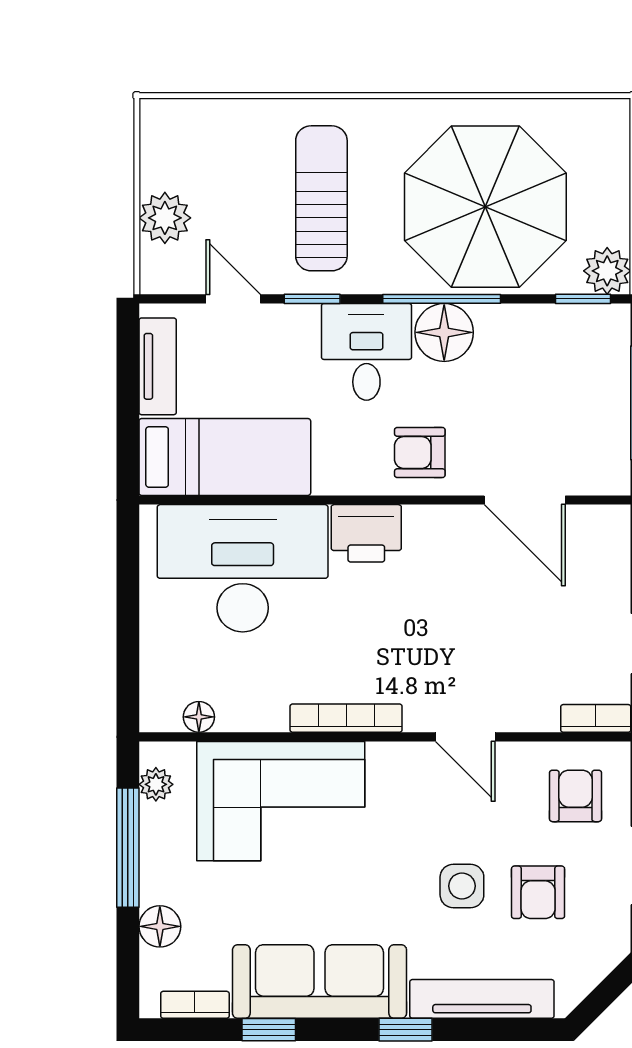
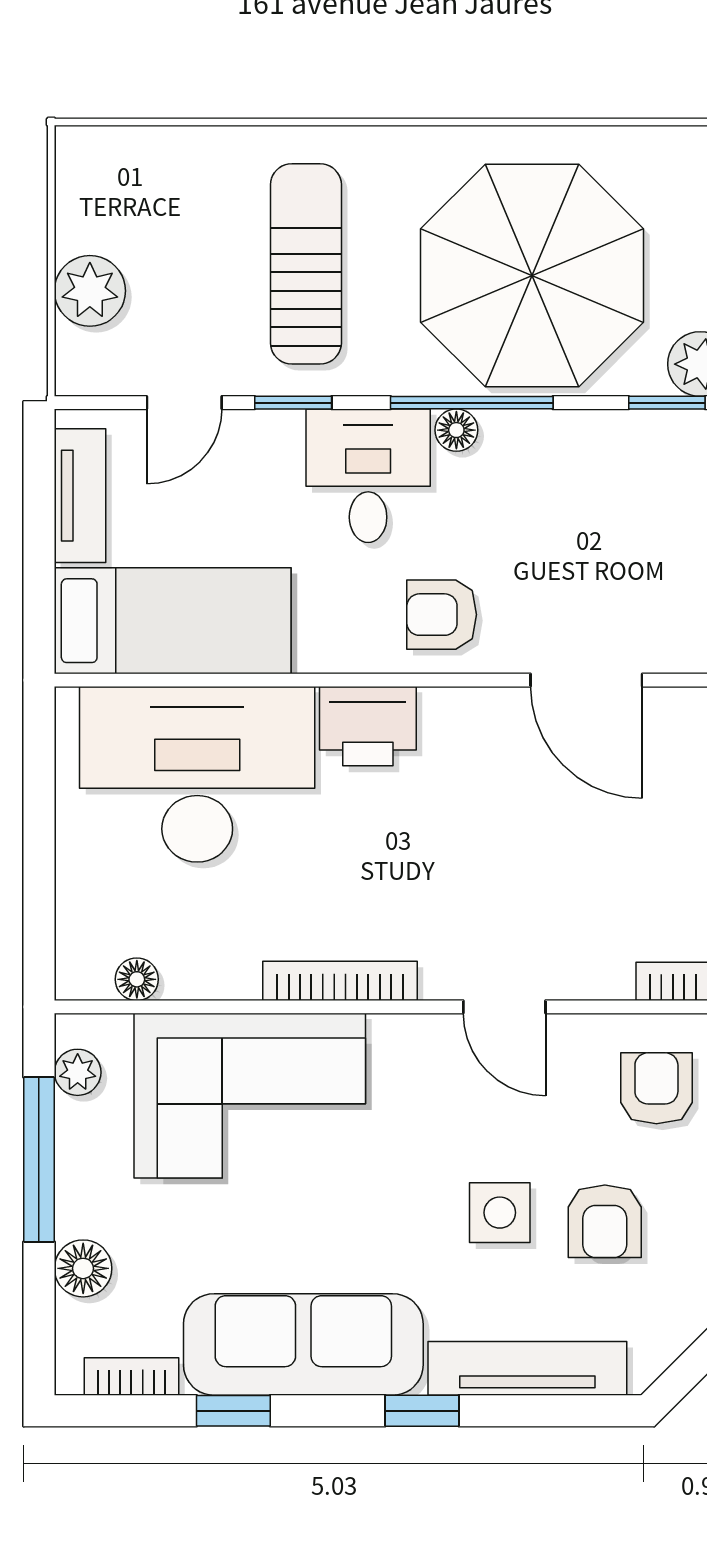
door: (233, 299) -> (184, 403), swing flipped
floor lamp: (444, 332) -> (456, 430), width x0.53, depth x0.53

